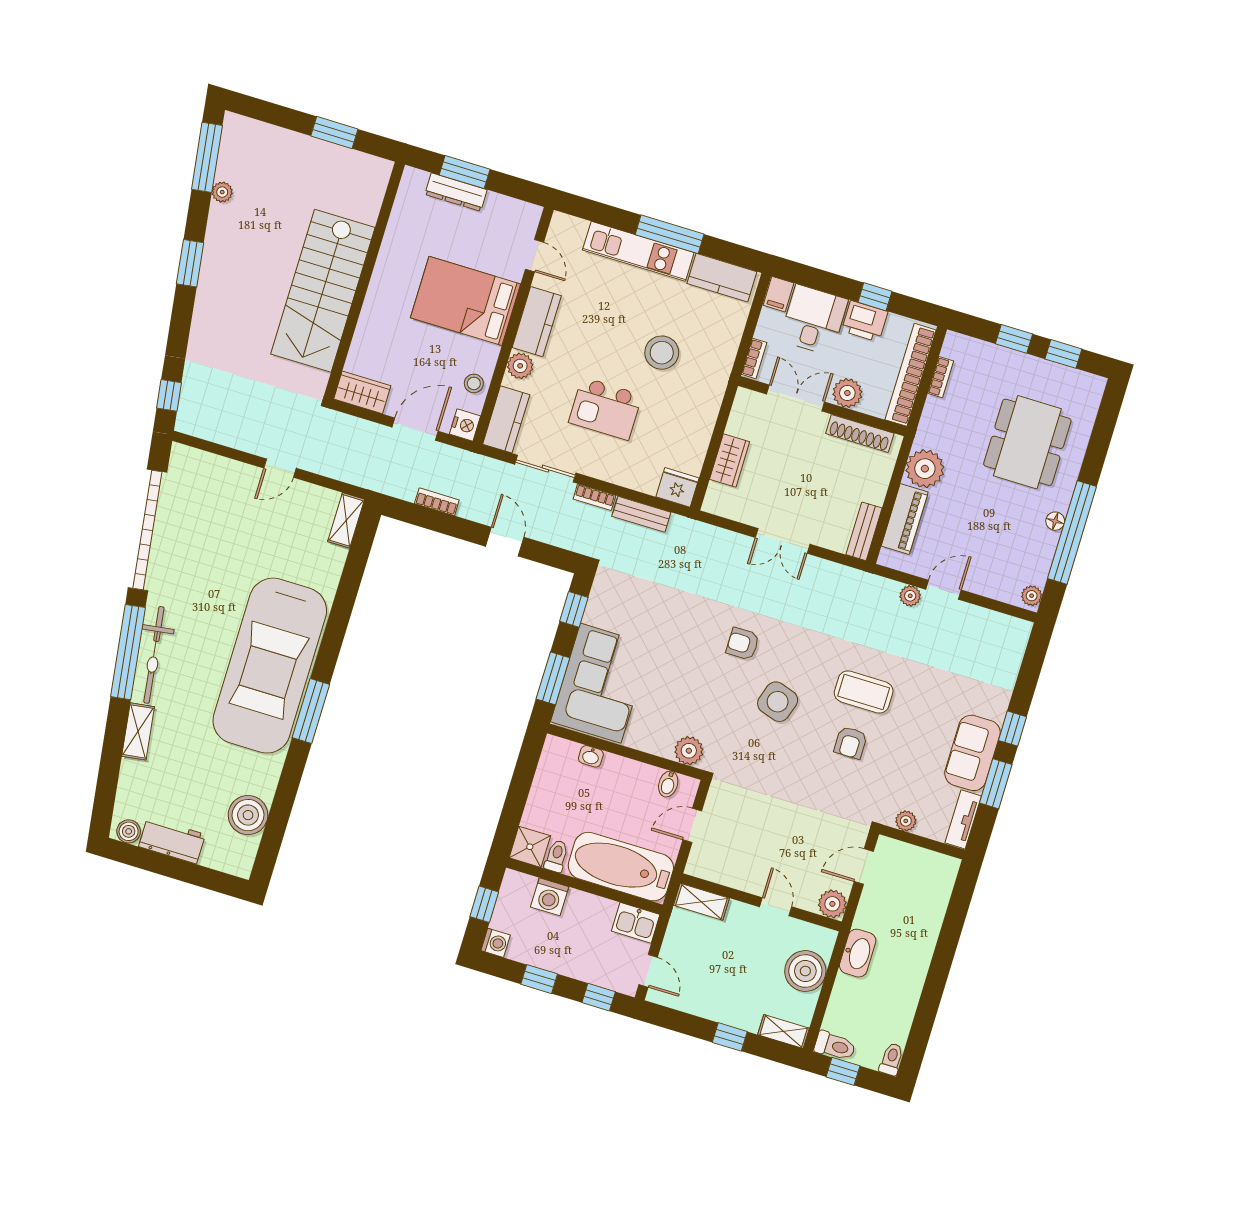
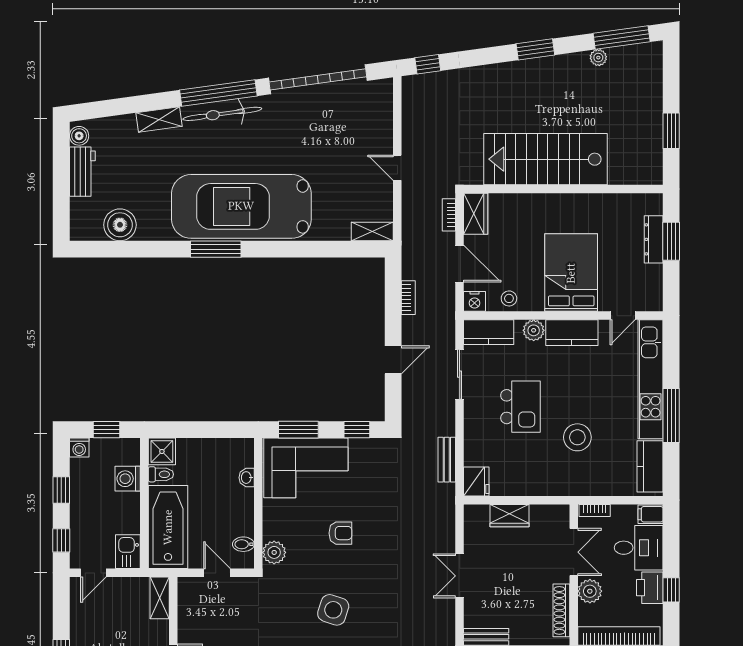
kitchen unit: (638, 251) -> (651, 379), width x1.36
kitchen island: (605, 409) -> (520, 407), turned 180
bookcase: (594, 497) -> (449, 215), moved
armchair: (743, 644) -> (340, 533), moved, turned 90

